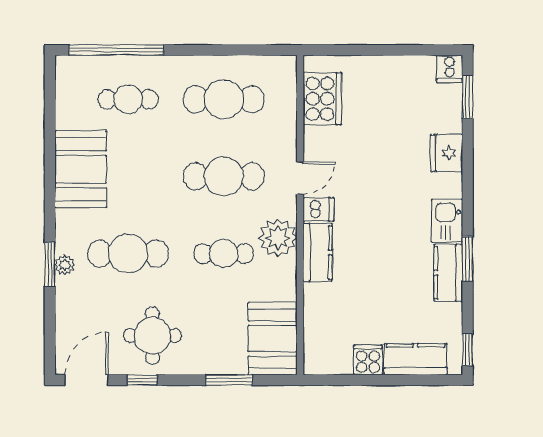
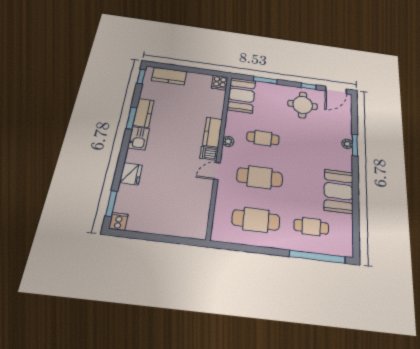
cooker: (322, 99) -> (198, 213), removed
plant: (278, 238) -> (228, 141), width x0.53, depth x0.53
cafe table: (128, 254) -> (314, 145), removed
cooker: (368, 360) -> (220, 83), moved

